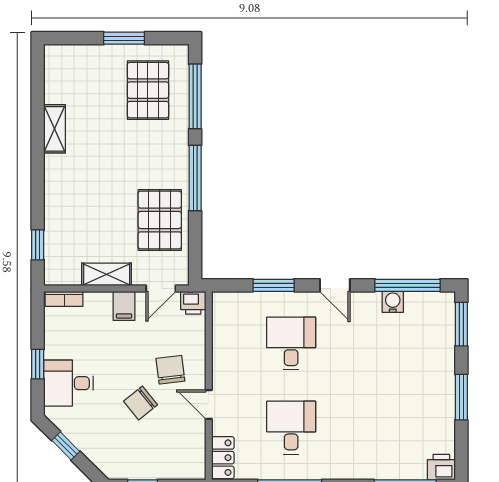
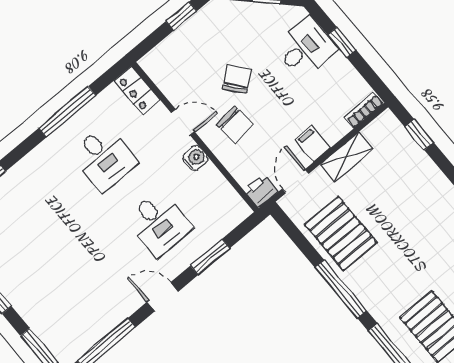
water cooler: (393, 302) -> (195, 158), moved, turned -90

